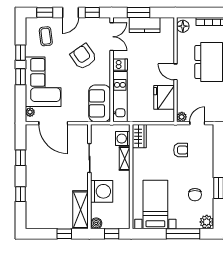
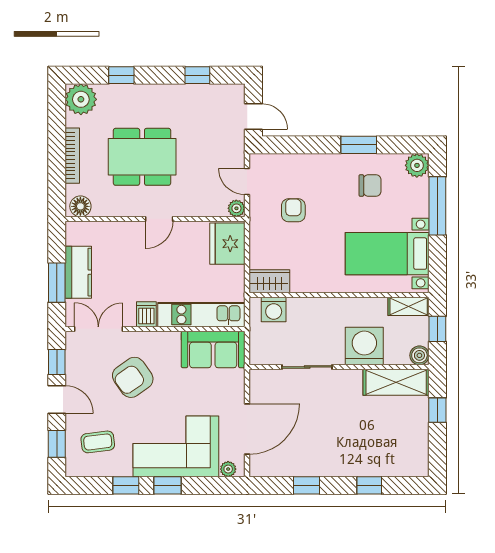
fridge: (164, 97) -> (227, 244), moved, turned 90
shelving: (125, 159) -> (409, 306), moved

